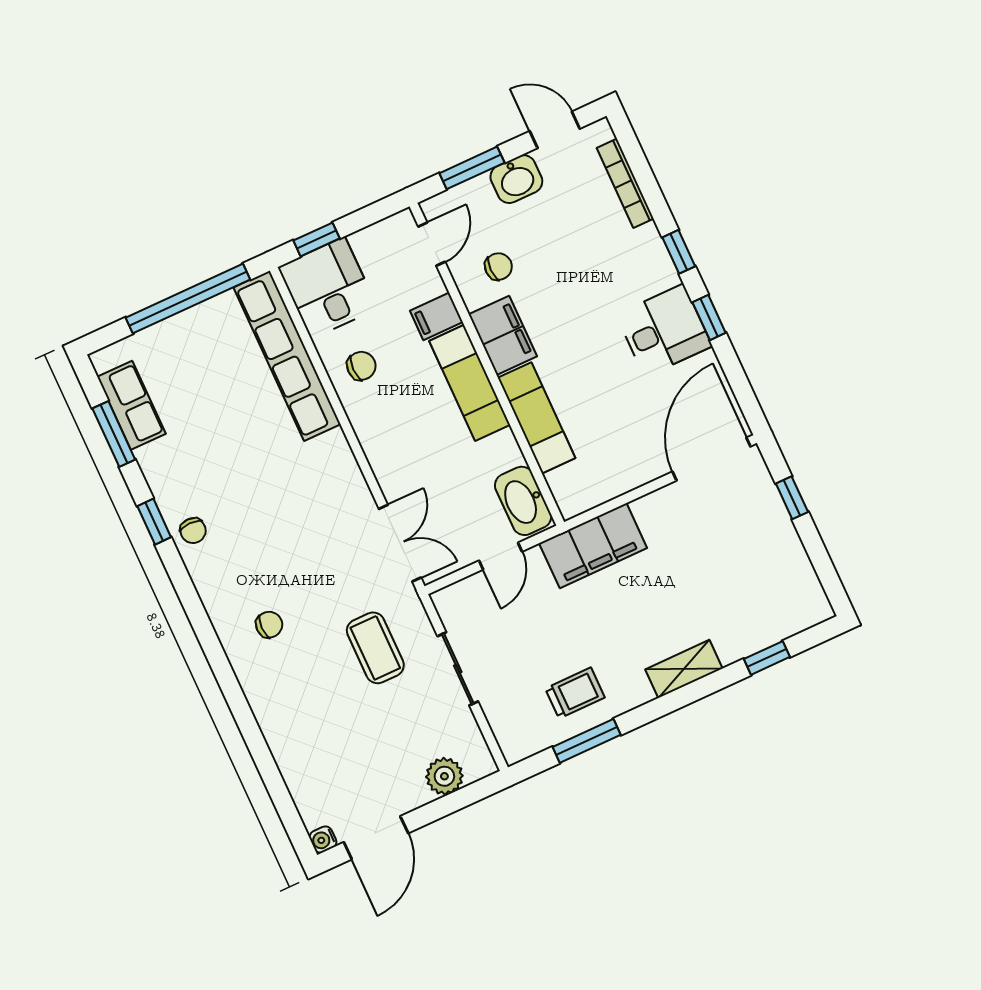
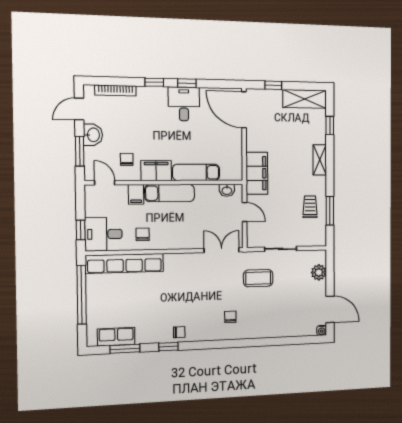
washbasin: (523, 501) -> (227, 190), width x0.52, depth x0.69
shelving: (796, 578) -> (305, 99), added

